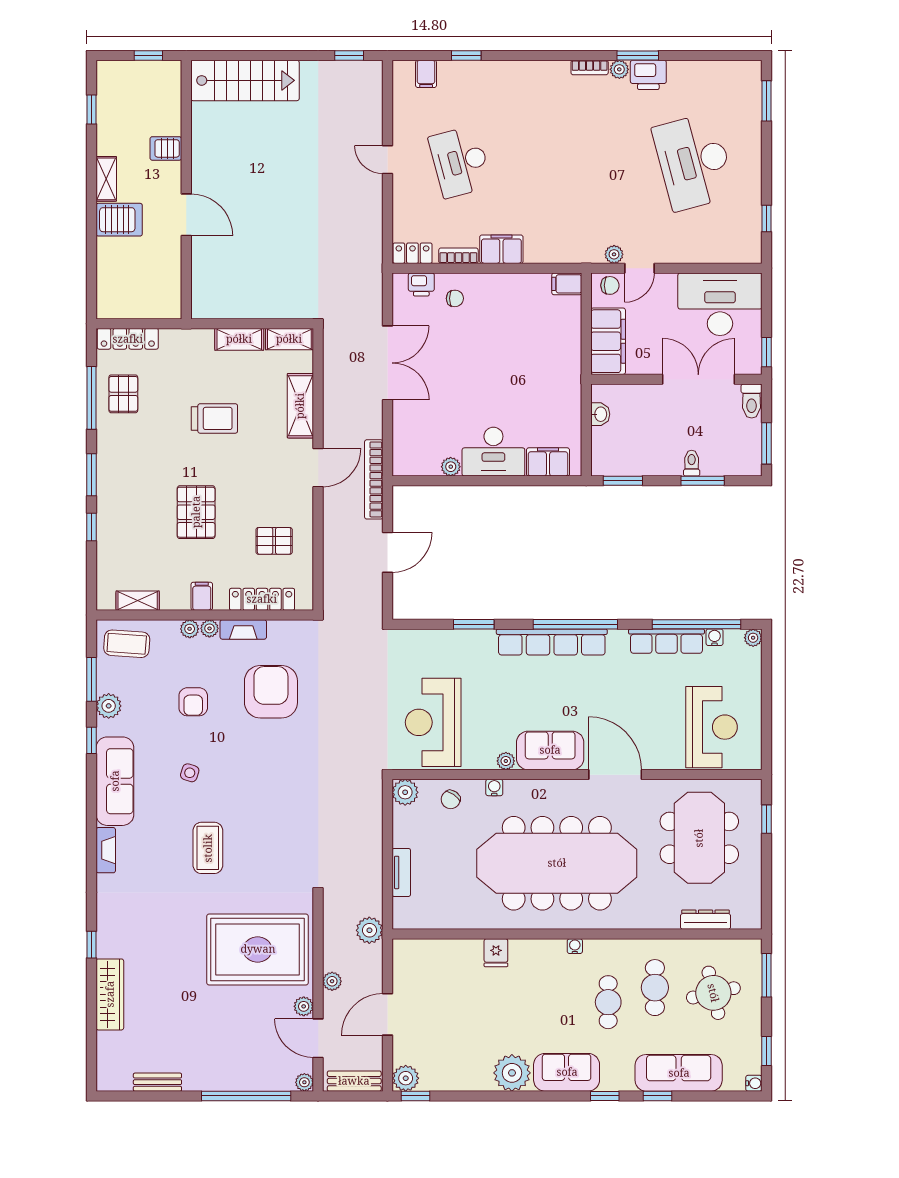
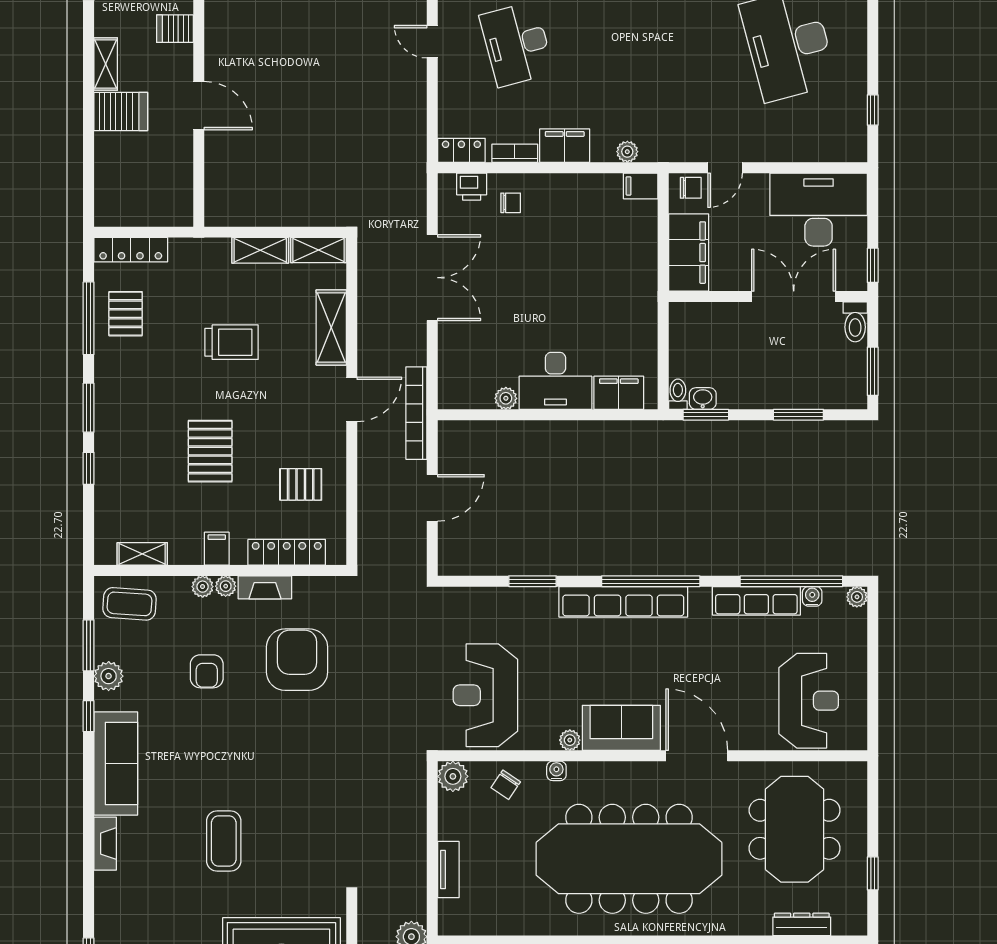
plant: (614, 254) -> (627, 152), moved
washbasin: (600, 414) -> (703, 399), moved, turned -90
toilet: (692, 463) -> (678, 394), moved
side table: (190, 773) -> (203, 754), removed
window: (767, 819) -> (873, 873), moved

